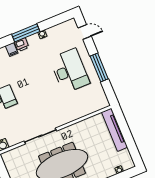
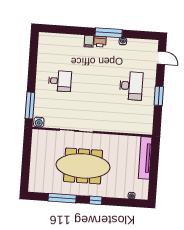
window: (99, 68) -> (159, 96), width x0.69
desk: (70, 71) -> (131, 86), width x0.73, depth x0.77

